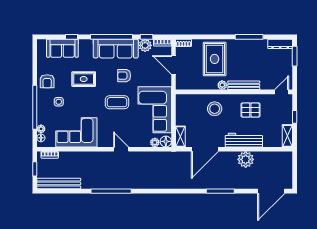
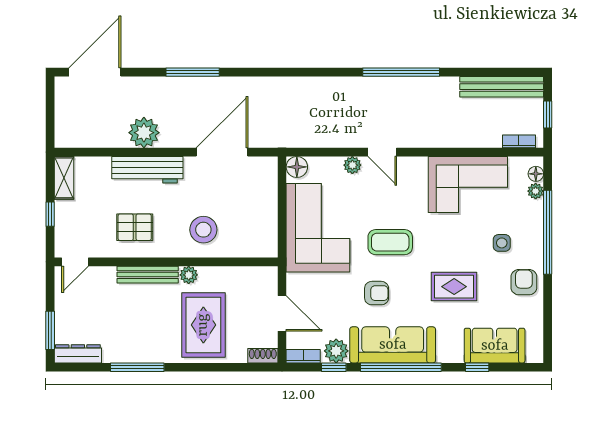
shelving: (180, 137) -> (269, 176), removed
plant: (155, 142) -> (352, 165), moved

